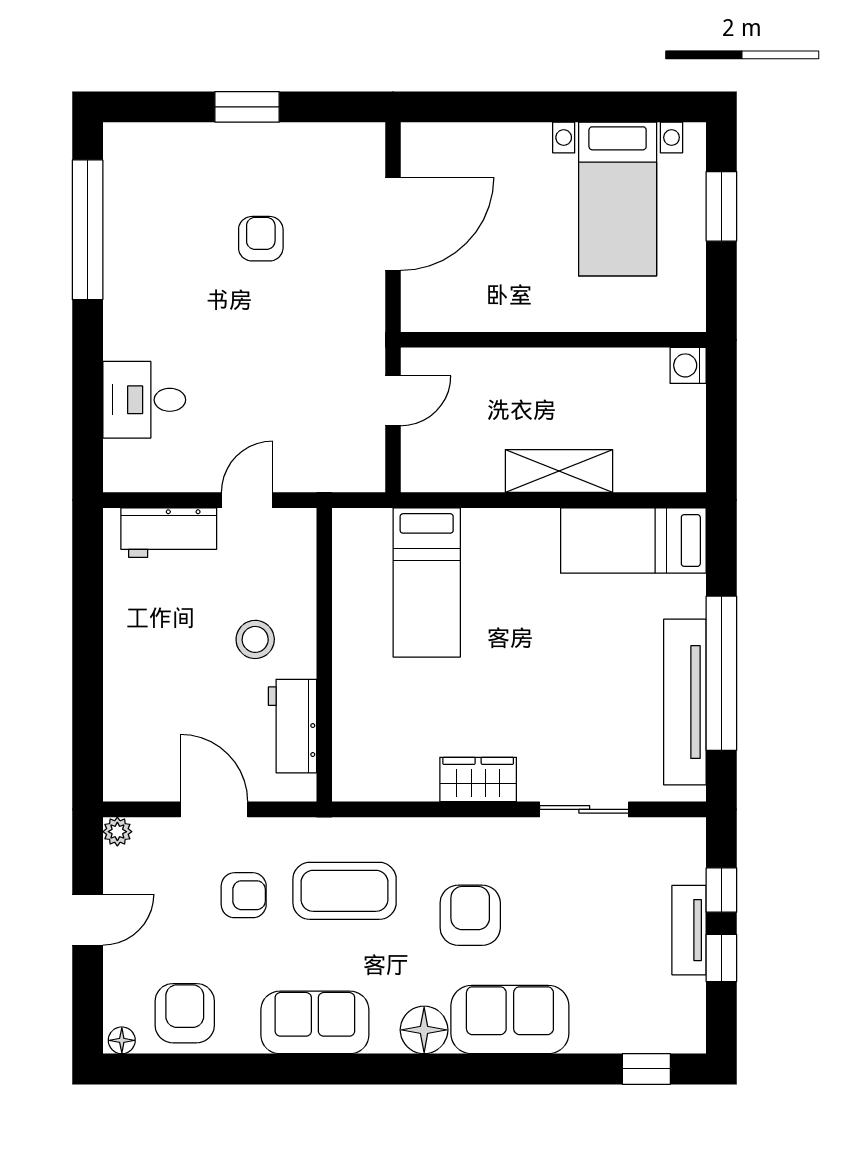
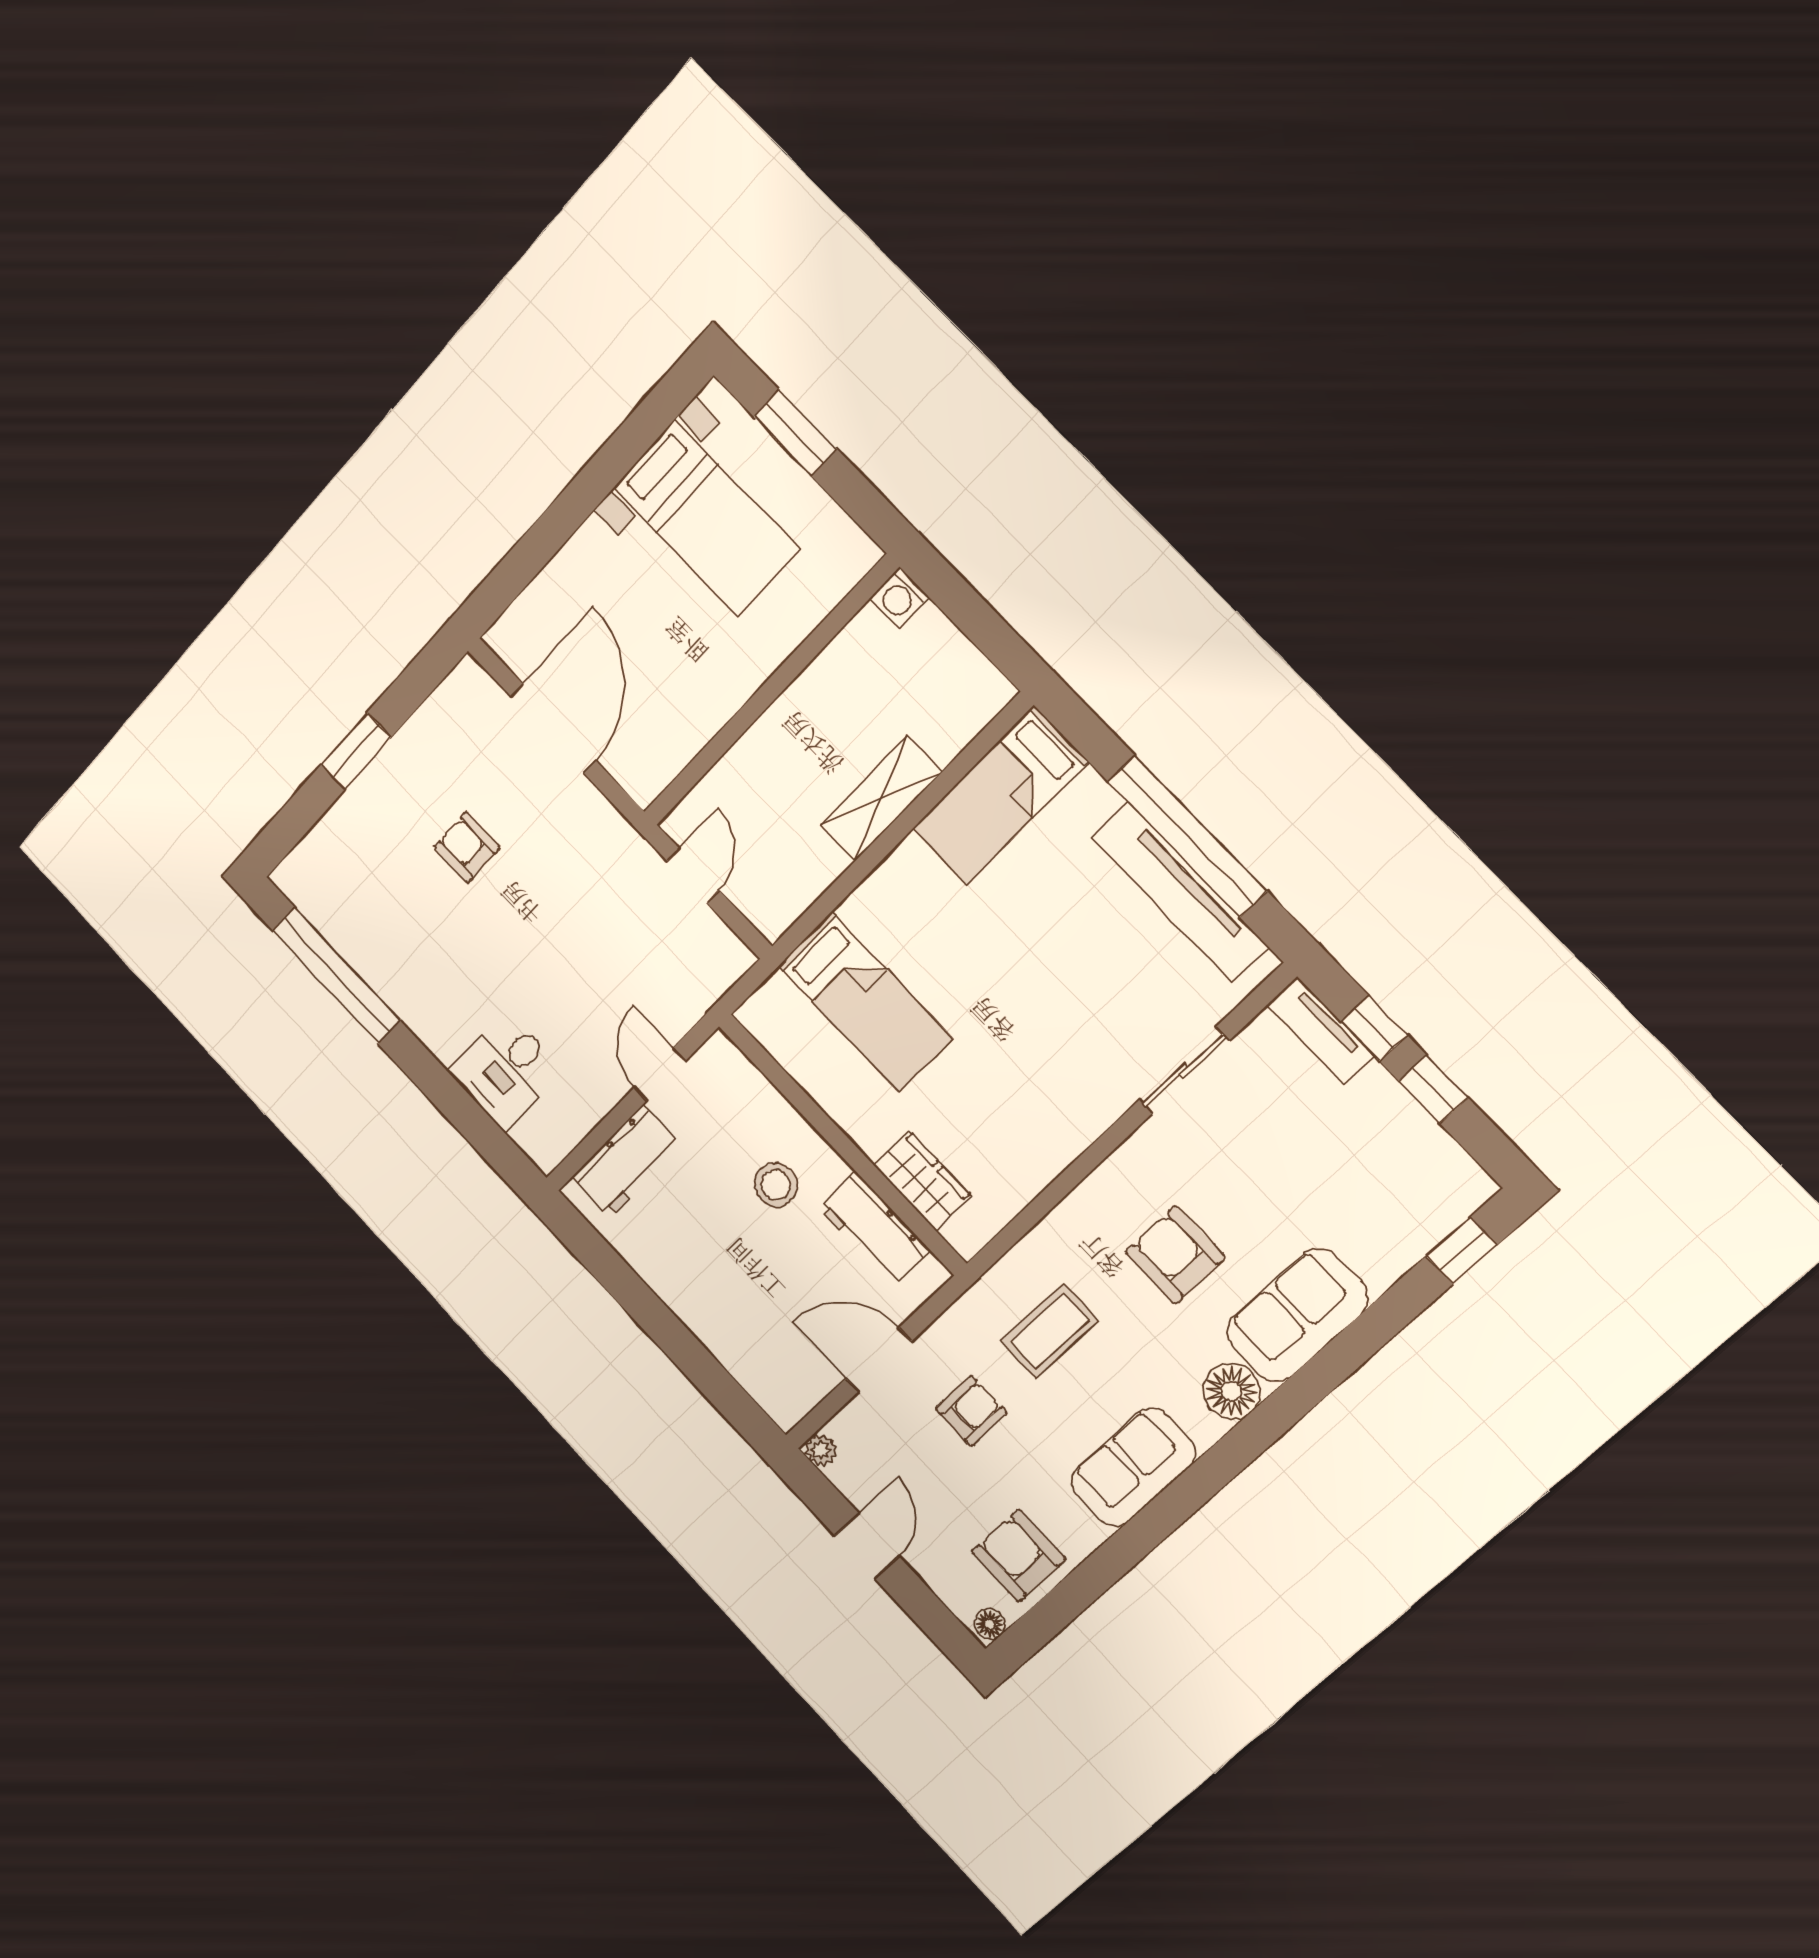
wardrobe: (478, 780) -> (923, 1181), moved, turned 90
coffee table: (345, 891) -> (1050, 1331), width x0.73, depth x0.76
tv unit: (689, 930) -> (1321, 1030), moved

